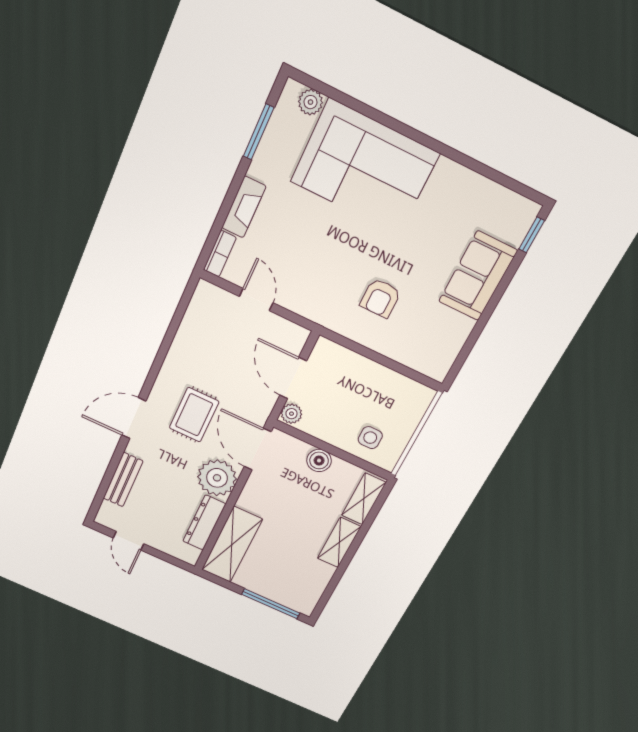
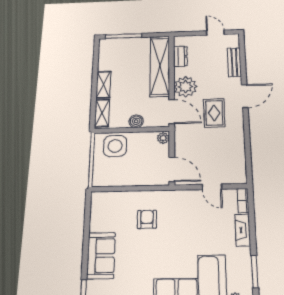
door: (293, 378) -> (172, 169), moved
side table: (370, 438) -> (115, 146), width x1.87, depth x1.87
dresser: (204, 523) -> (180, 56), width x0.70
shelving: (232, 545) -> (160, 66), width x1.47

